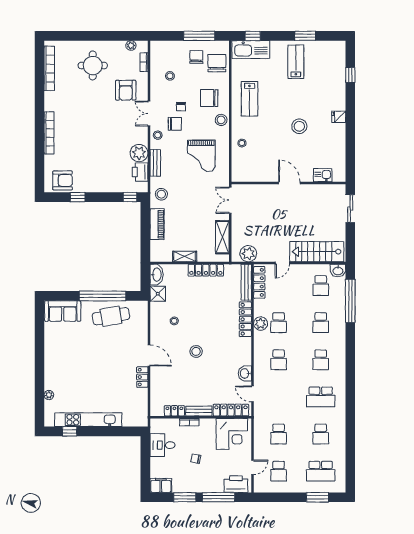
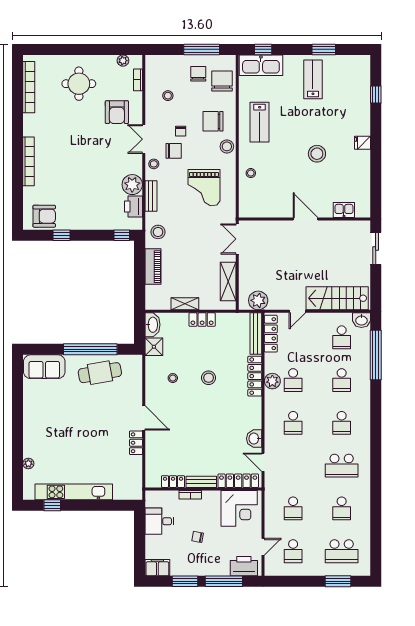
locker: (206, 270) -> (202, 320), width x0.66
stool: (196, 351) -> (209, 378), moved

